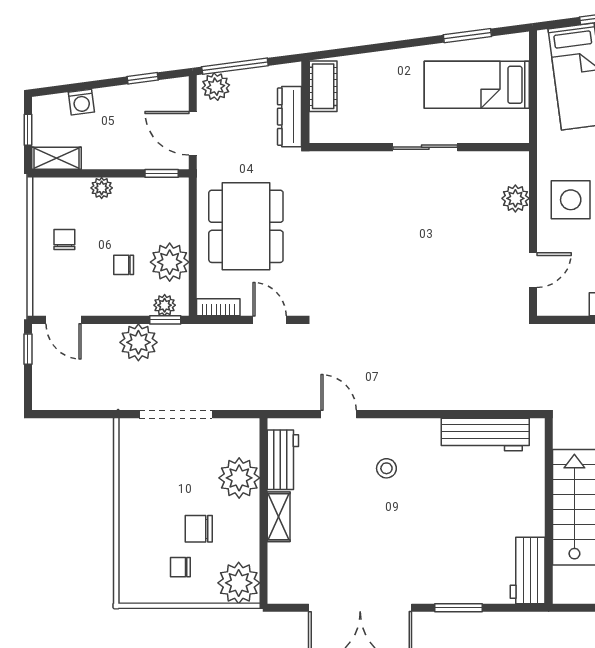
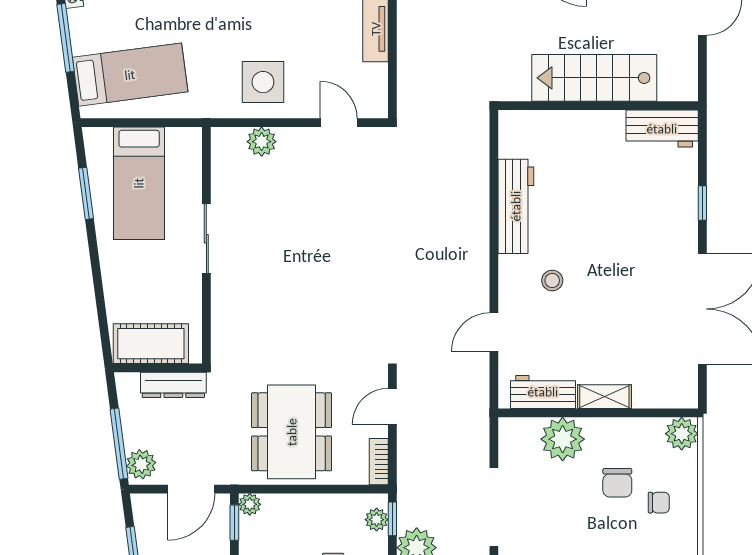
cot: (323, 86) -> (151, 344), width x1.37, depth x1.34
dining table: (246, 226) -> (292, 432), turned 90
plant: (170, 262) -> (250, 504), moved, width x0.53, depth x0.53
workbench: (485, 434) -> (516, 206), moved
chair: (180, 567) -> (659, 503), turned -90
plant: (239, 583) -> (682, 434), width x0.73, depth x0.73
window: (458, 608) -> (702, 203), width x0.67

